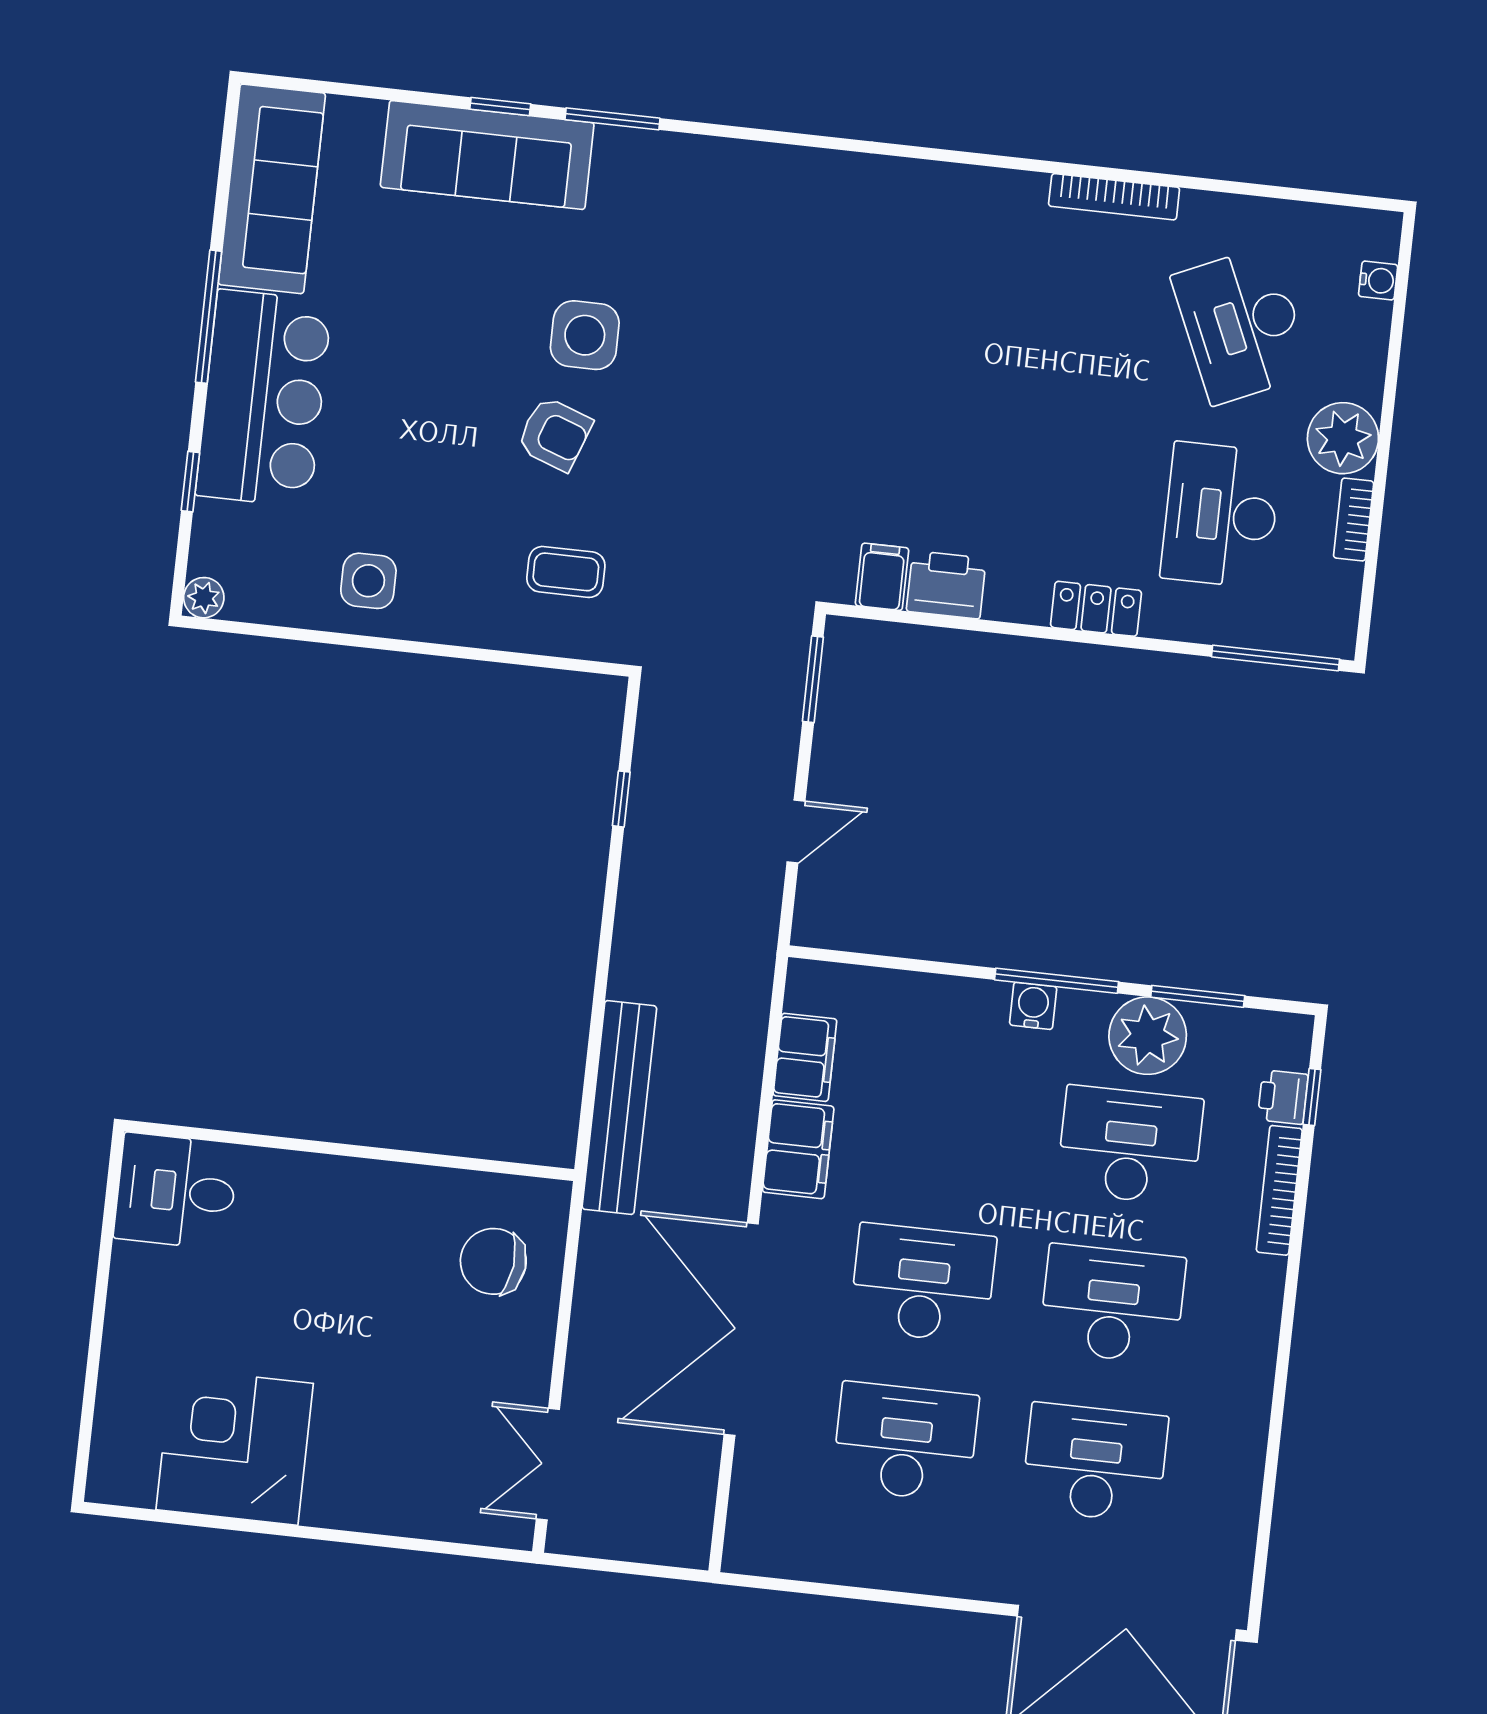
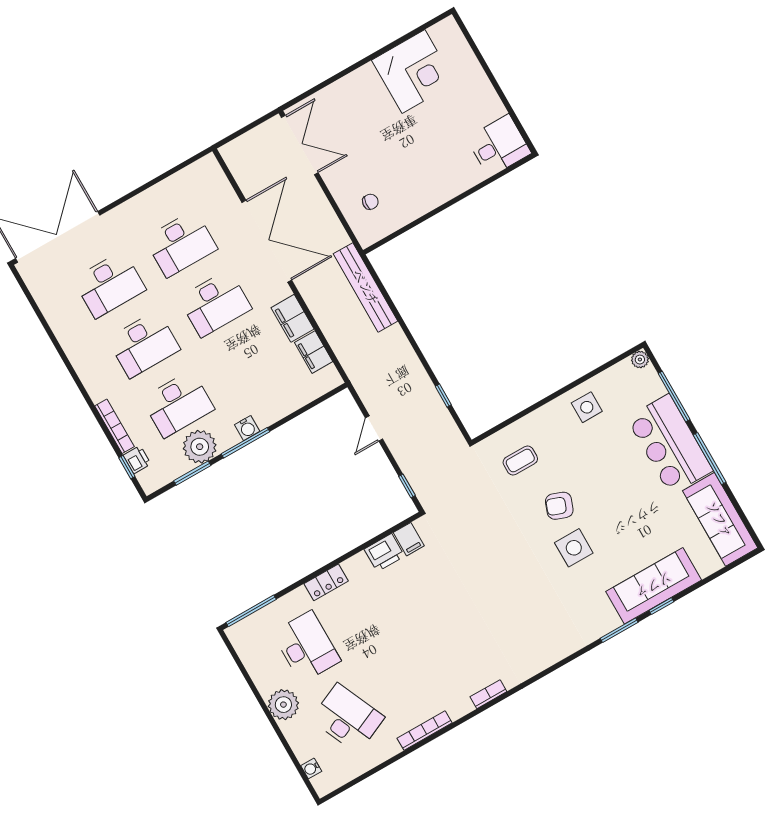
window: (190, 482) -> (674, 397), width x2.17
bookcase: (1354, 520) -> (488, 694), moved, turned -90
window: (813, 679) -> (407, 486), width x0.67
chair: (493, 1261) -> (370, 202), width x0.54, depth x0.54
double door: (548, 1464) -> (300, 145), width x1.37

